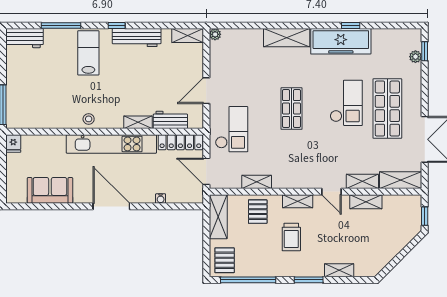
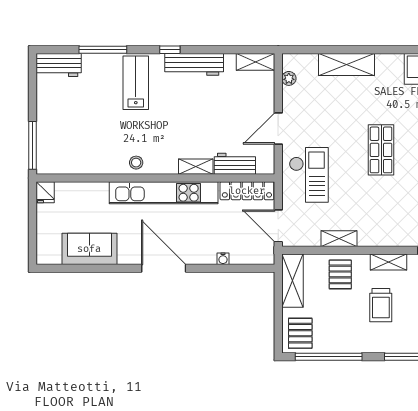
plant: (215, 34) -> (289, 78), moved
shelving: (287, 38) -> (346, 64), moved

